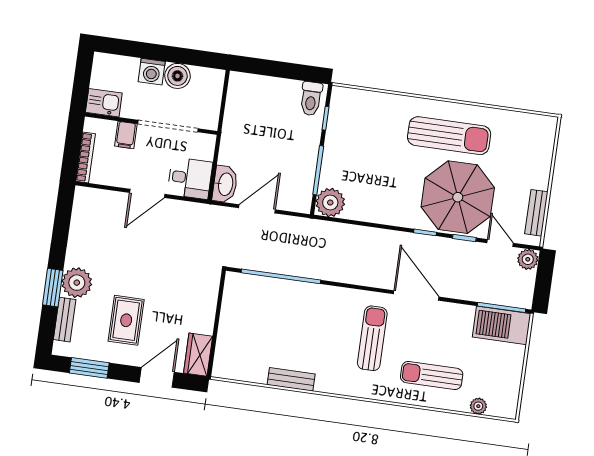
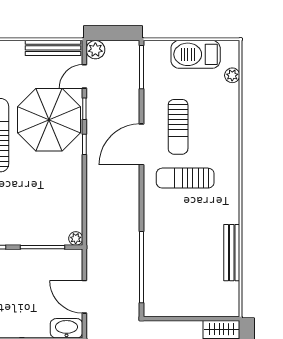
plant: (330, 202) -> (76, 238), width x0.53, depth x0.53
bench: (536, 213) -> (53, 48), width x1.36
barbecue: (502, 325) -> (196, 54), moved, turned 90
sun lounger: (432, 376) -> (178, 127), moved
bench: (291, 379) -> (232, 253), width x1.36

